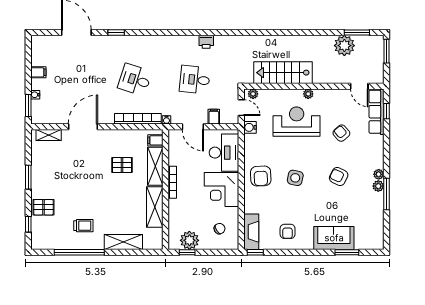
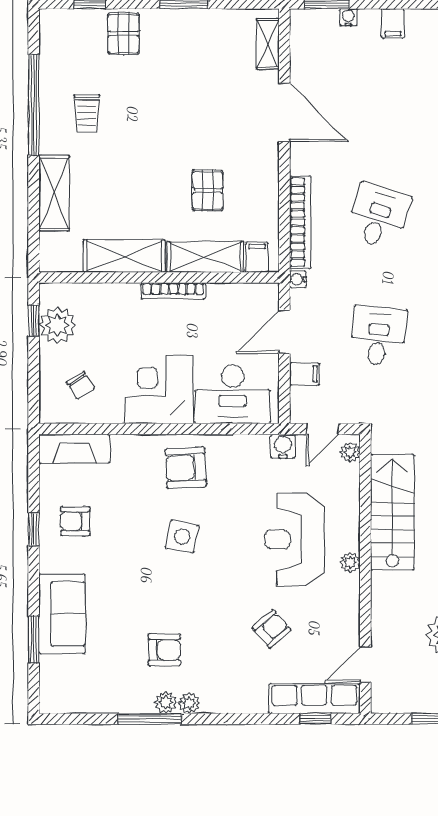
reception desk: (297, 122) -> (294, 539), turned 180
armchair: (339, 176) -> (164, 650), moved, turned 64
window: (255, 252) -> (34, 529), moved

